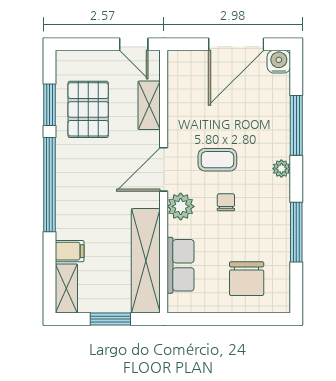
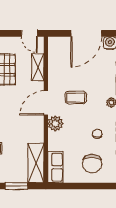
chair: (226, 202) -> (97, 134), moved
shelving: (146, 261) -> (36, 163), width x0.68
row of seats: (180, 265) -> (55, 167), moved

